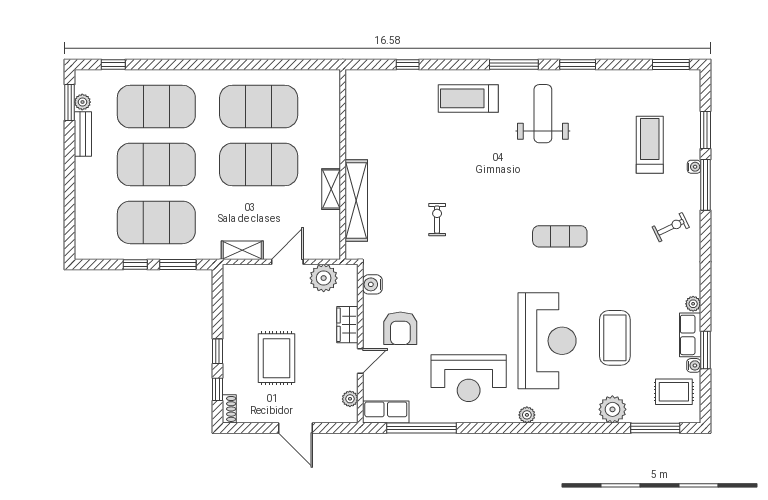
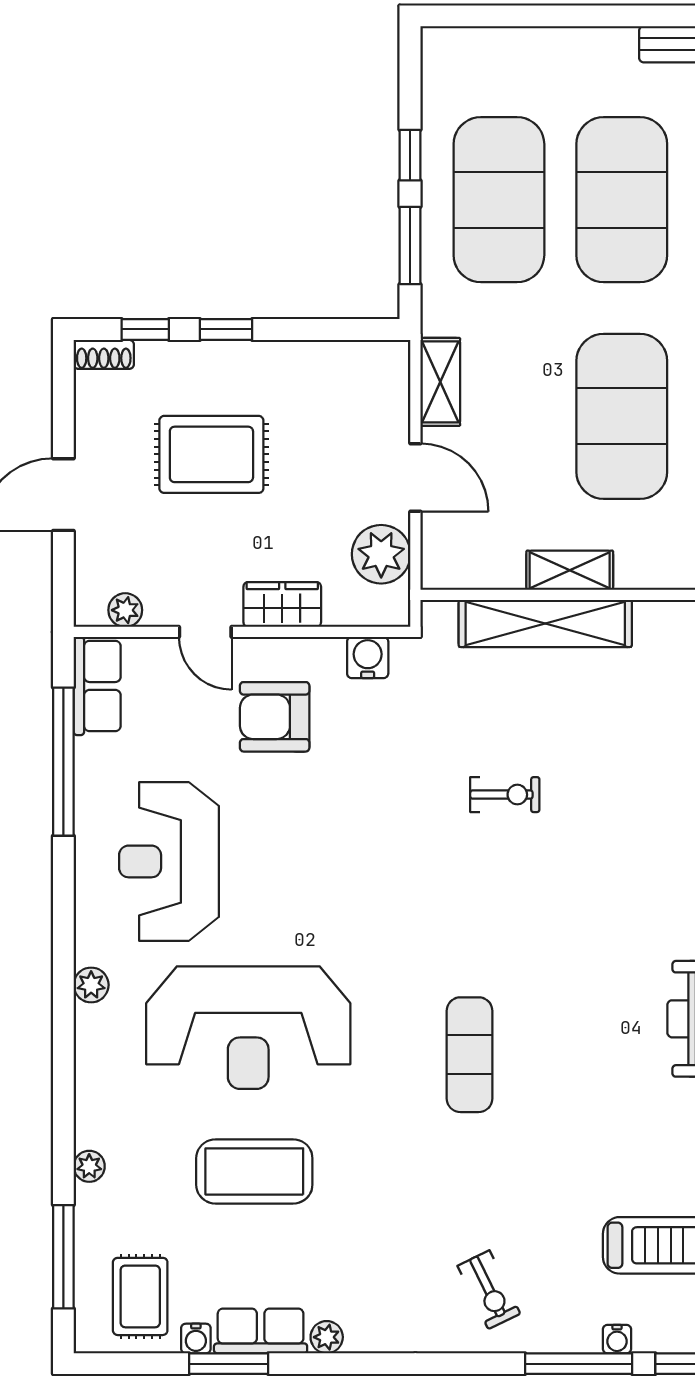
plant: (612, 409) -> (89, 1166), width x0.53, depth x0.53

